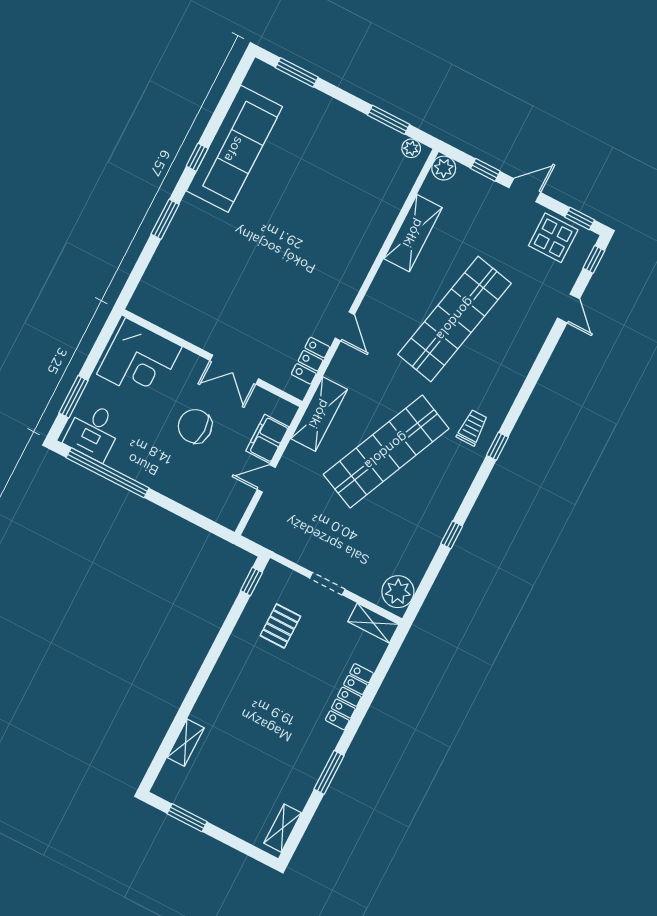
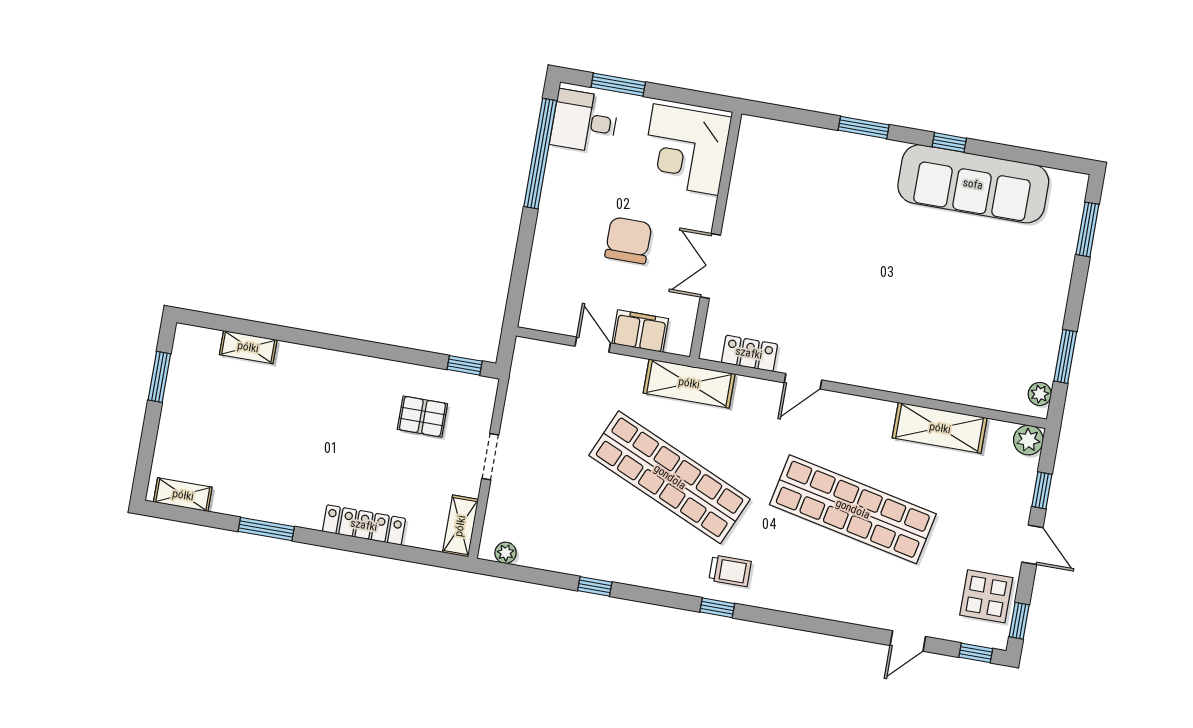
plant: (398, 592) -> (506, 553), width x0.53, depth x0.53

